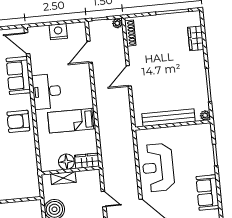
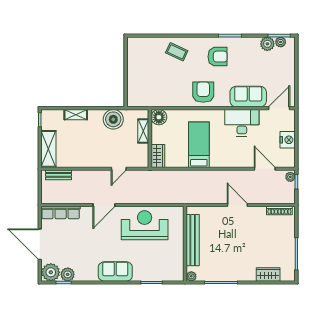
plant: (117, 23) -> (290, 177), moved
desk: (47, 91) -> (242, 123), moved
floor lamp: (66, 162) -> (159, 117), moved

